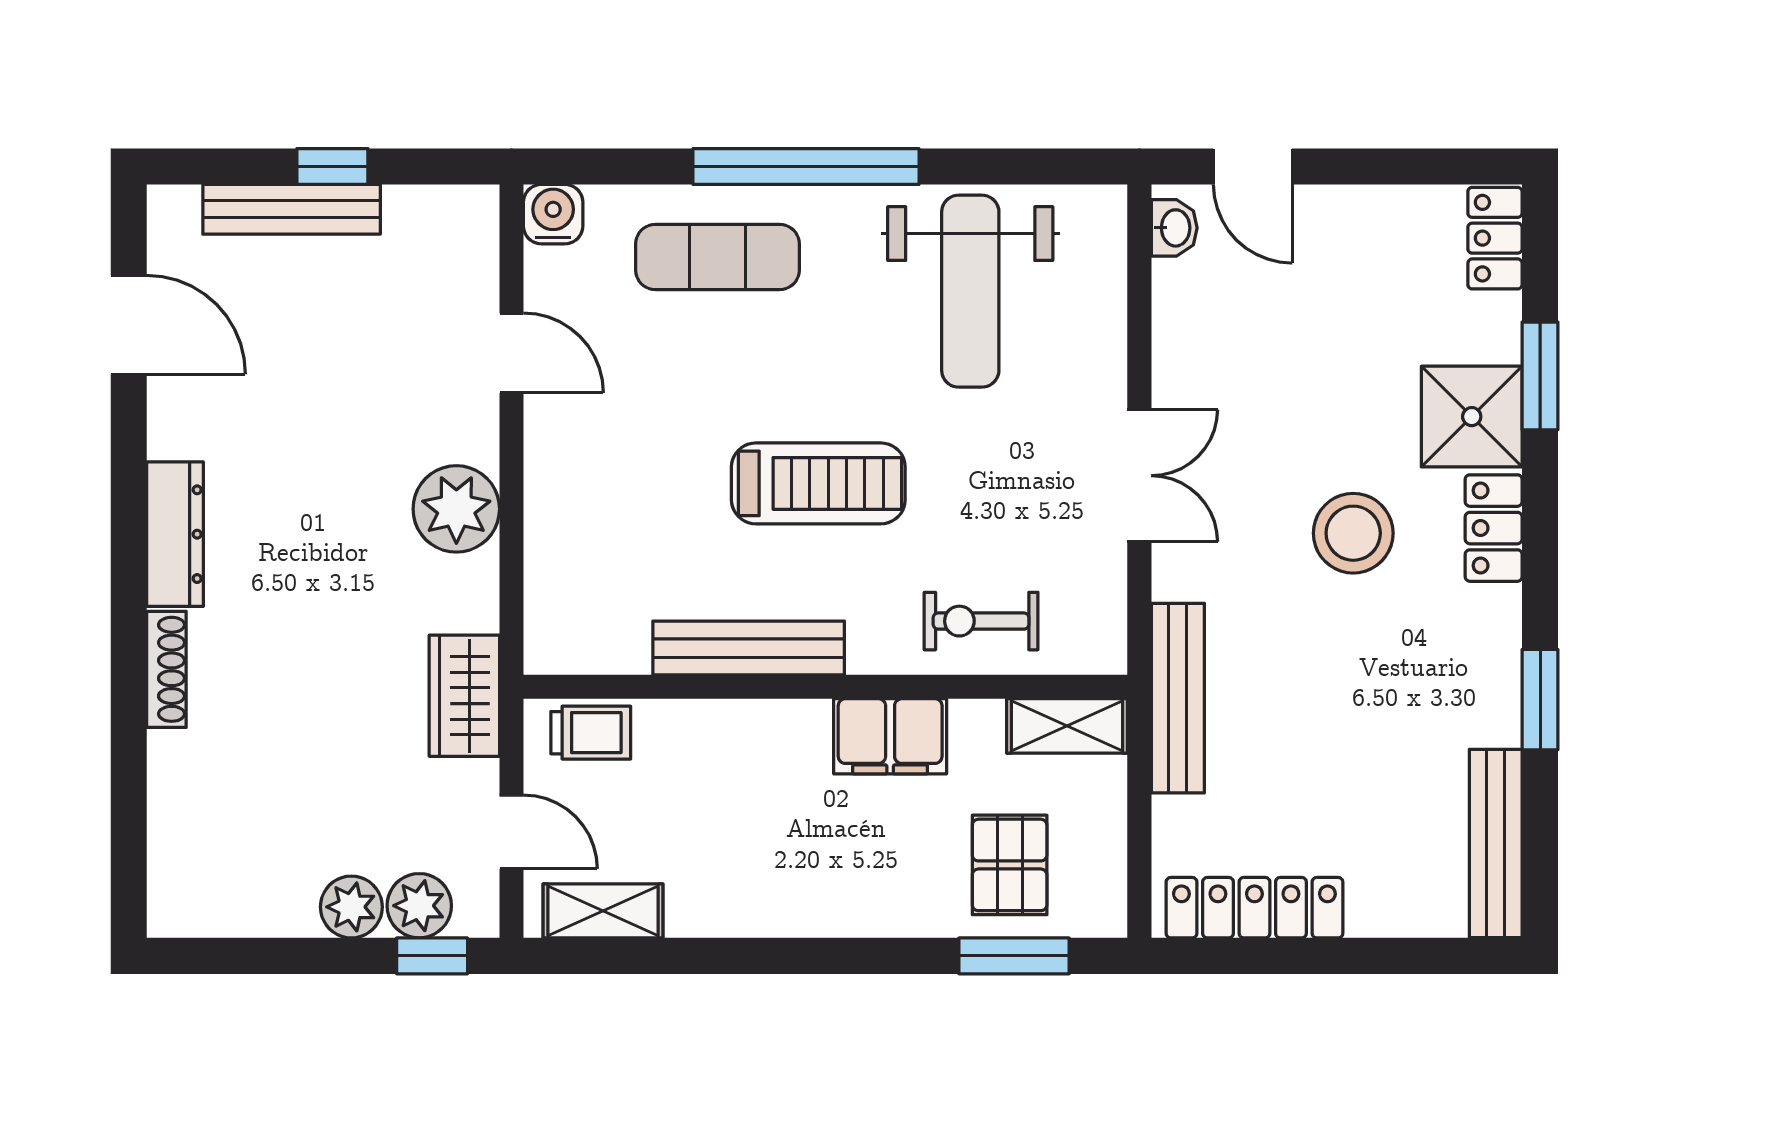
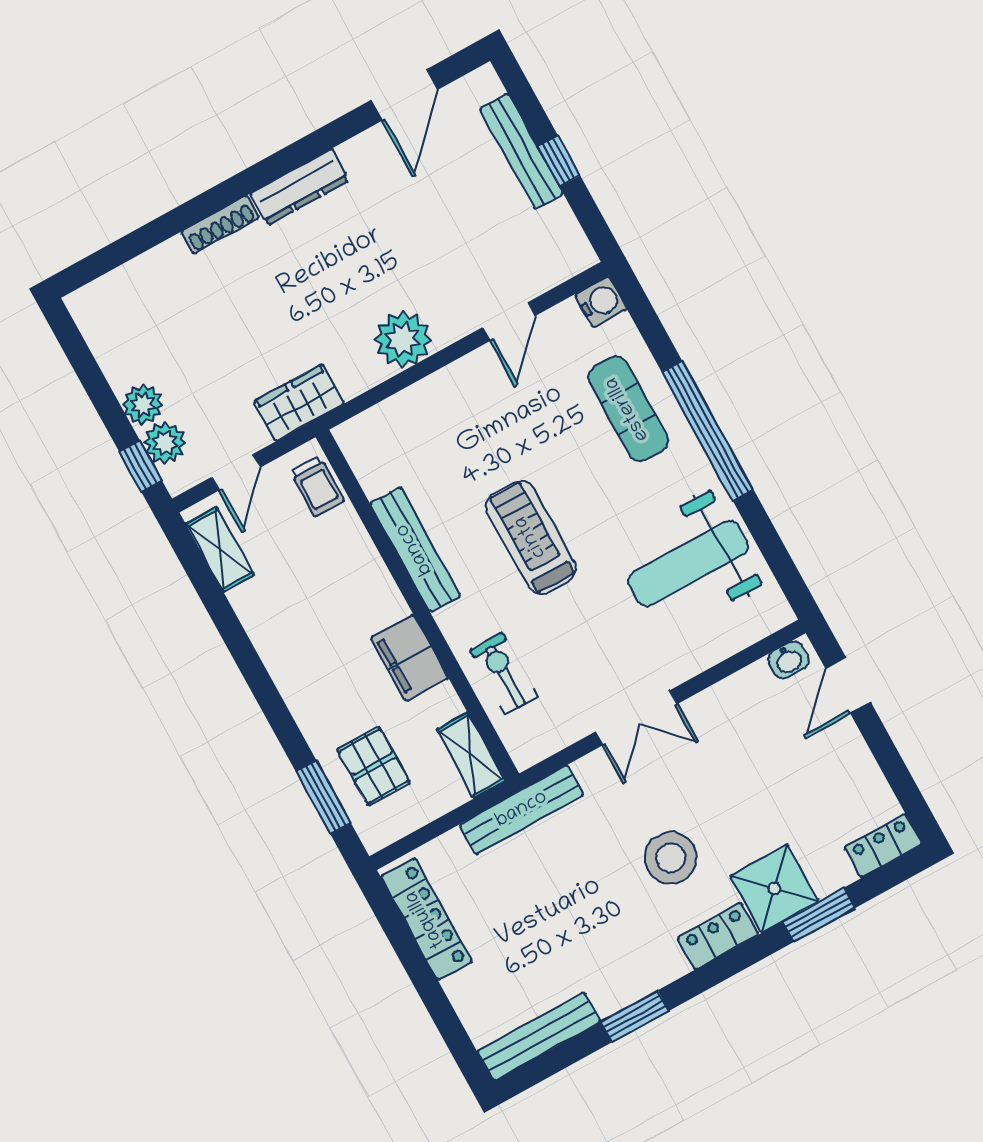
treadmill: (818, 483) -> (531, 537), turned 180
pallet: (1010, 865) -> (374, 766), turned 90

